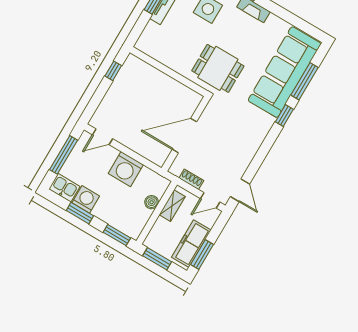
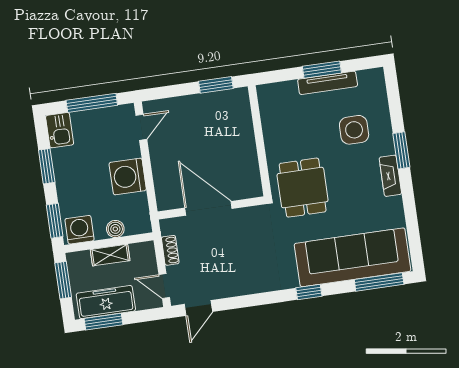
window: (113, 71) -> (216, 85), width x1.50
window: (305, 81) -> (379, 282), moved
door: (103, 137) -> (141, 127), swing flipped
washing machine: (86, 199) -> (79, 230), moved, turned -90
shelving: (172, 206) -> (110, 255), moved

